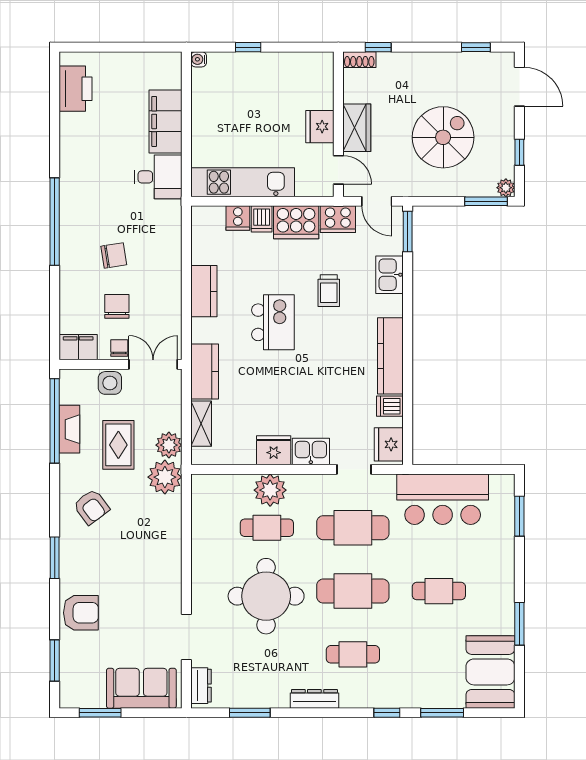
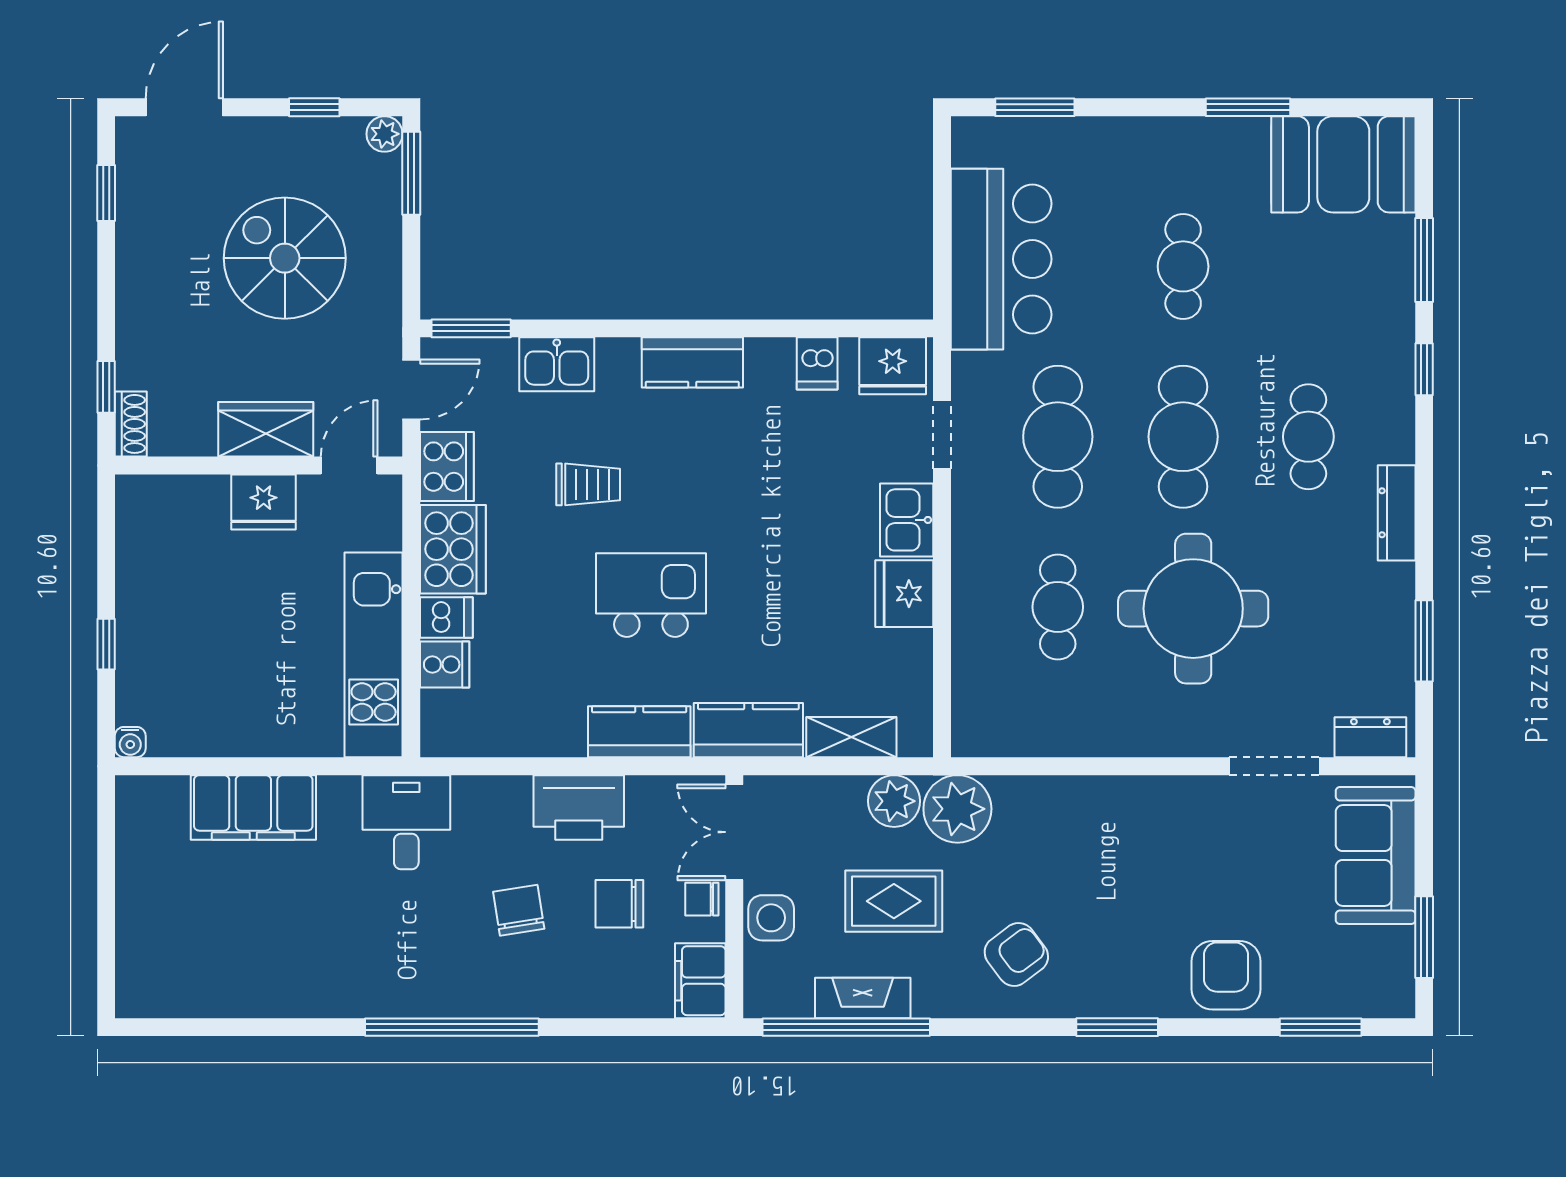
printer: (76, 89) -> (579, 807), moved, turned 180
desk: (158, 177) -> (406, 822), moved
kitchen counter: (204, 291) -> (639, 732), moved
kitchen counter: (390, 356) -> (692, 362), width x0.67
plant: (270, 490) -> (983, 601), removed

